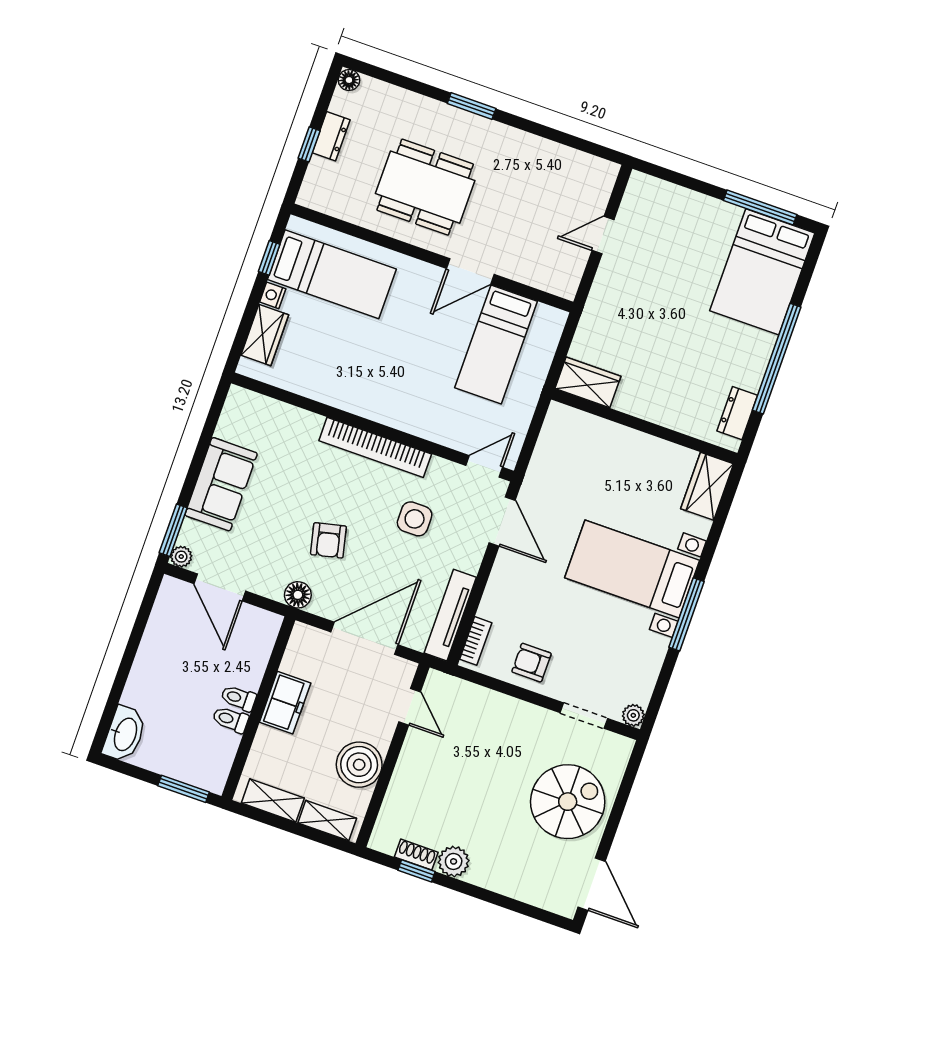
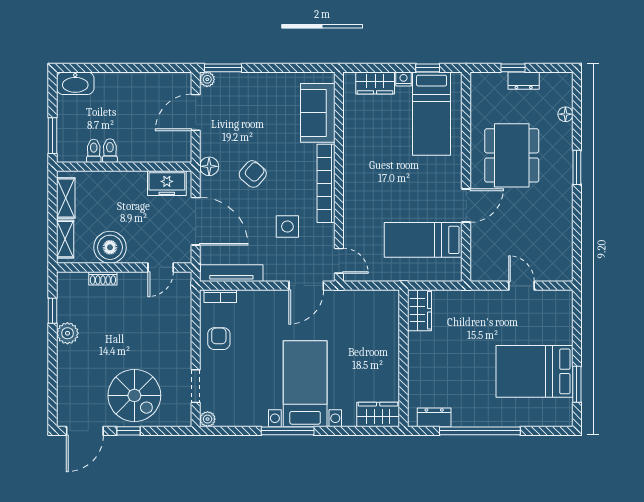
floor lamp: (349, 80) -> (565, 114), moved
window: (760, 208) -> (577, 384), width x0.69
door: (470, 271) -> (466, 205), swing flipped
bed: (762, 272) -> (534, 371), moved
sofa: (221, 484) -> (318, 113), moved, turned 90
armchair: (328, 540) -> (253, 174), turned 144
toilet: (238, 698) -> (94, 151), moved
freezer: (285, 703) -> (167, 183), moved
window: (612, 826) -> (129, 431), added
shoe rack: (416, 855) -> (103, 278), moved, turned 90

